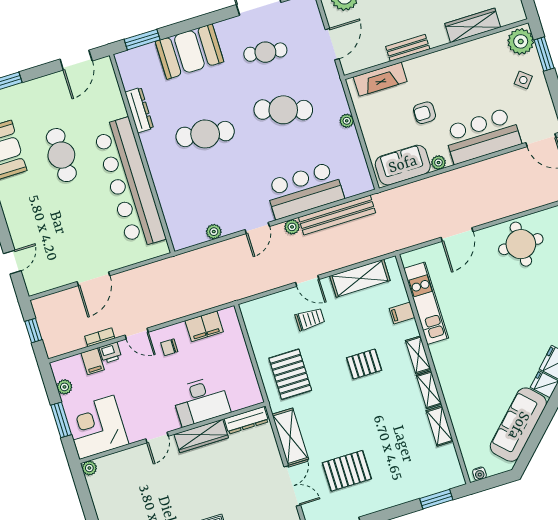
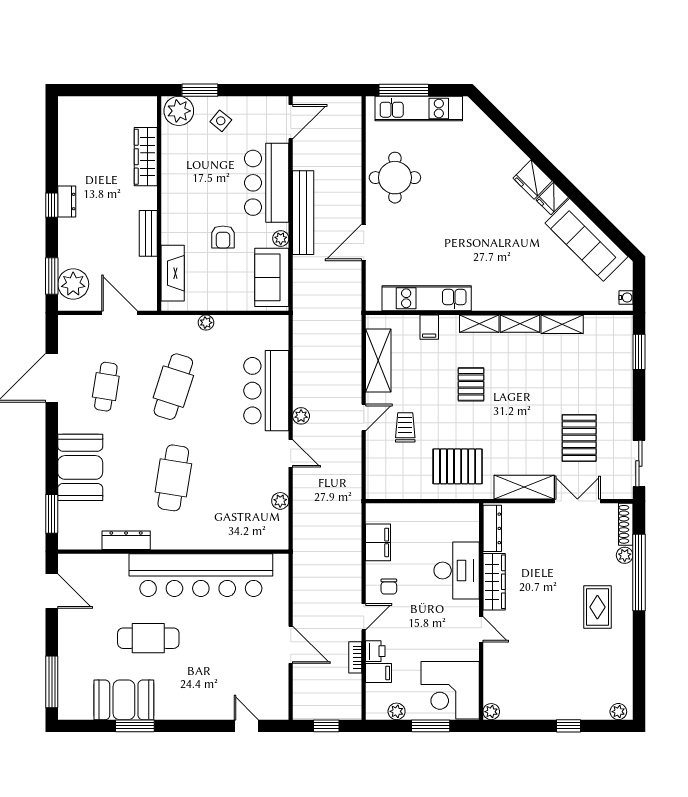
bench: (337, 215) -> (303, 213), moved
door: (457, 234) -> (364, 242), swing flipped

